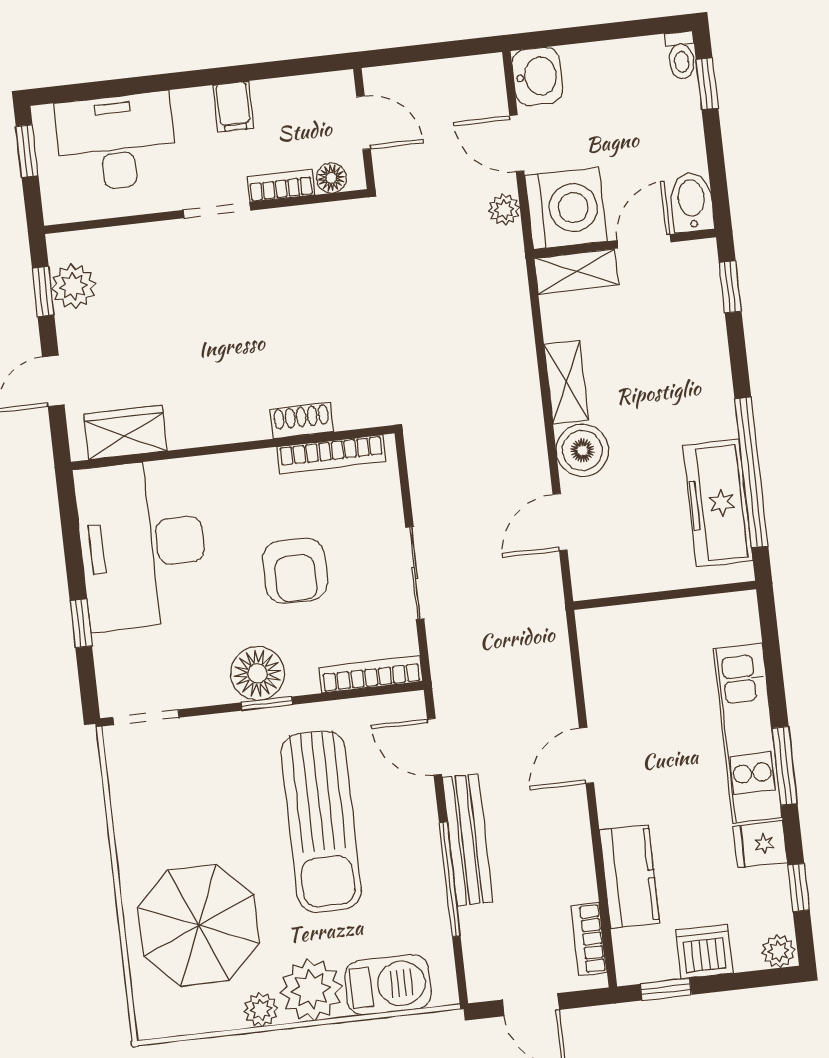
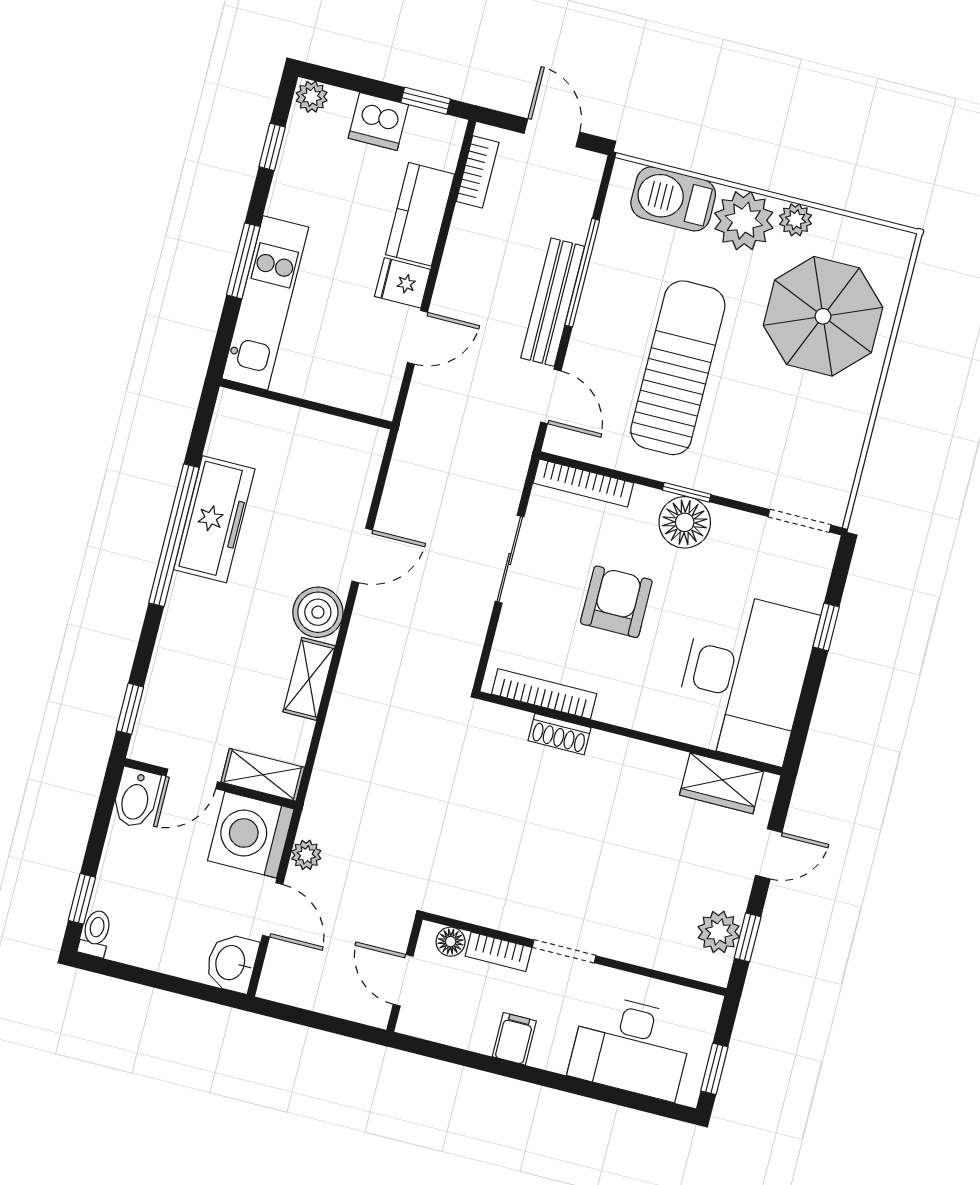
wall: (665, 595) -> (306, 404), moved
fridge: (760, 844) -> (403, 283), moved, turned 180

